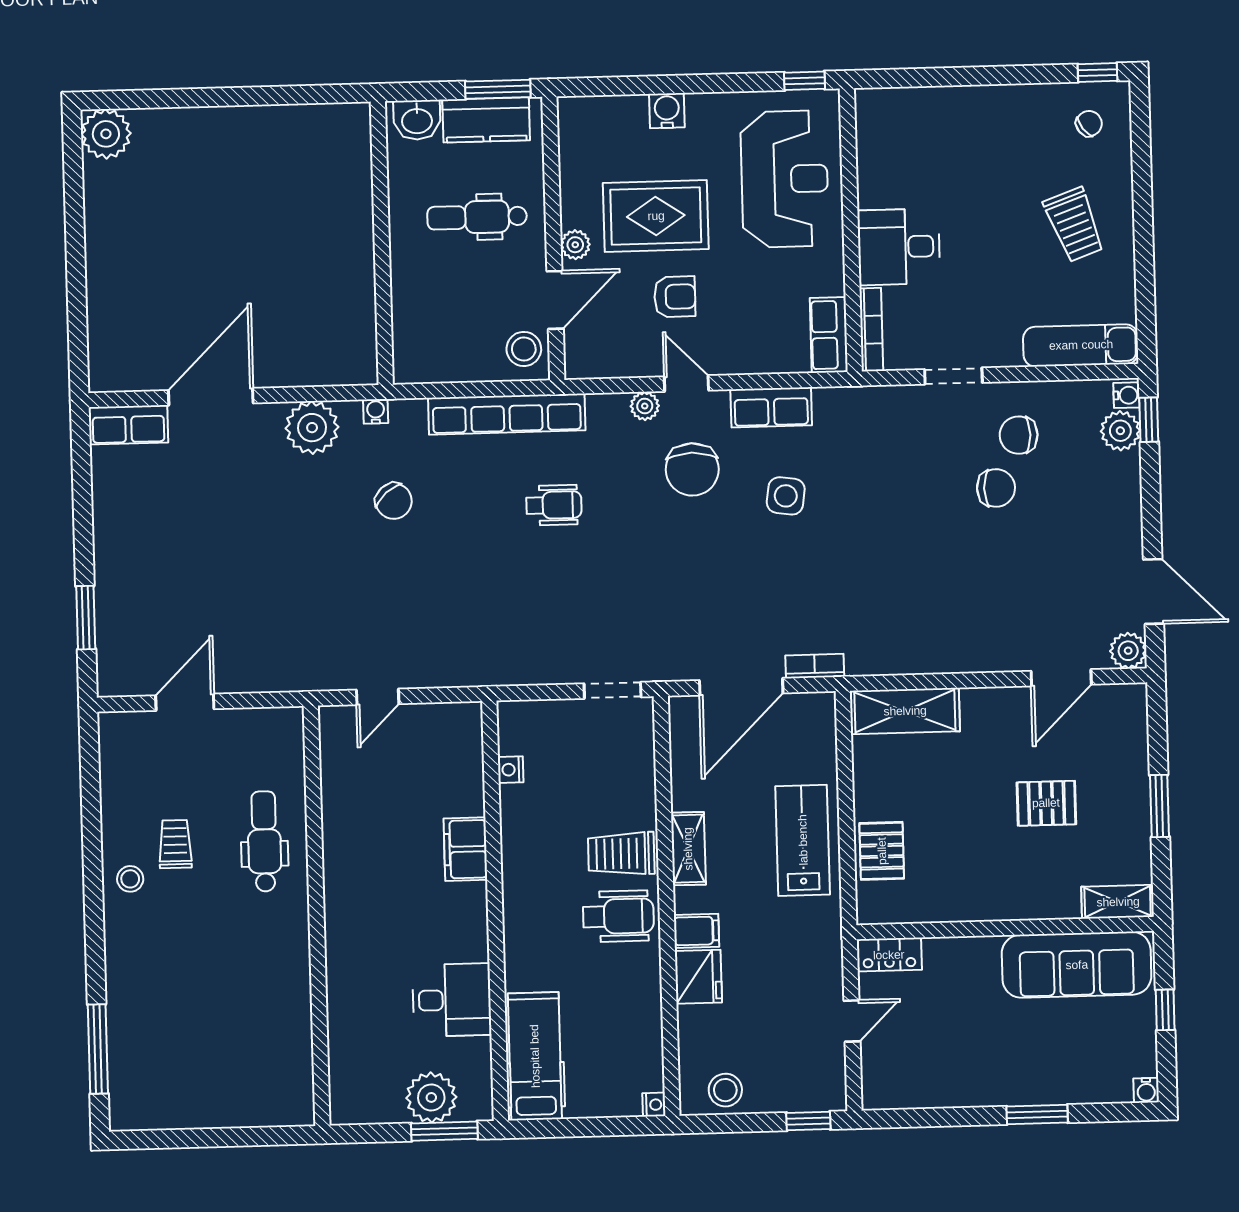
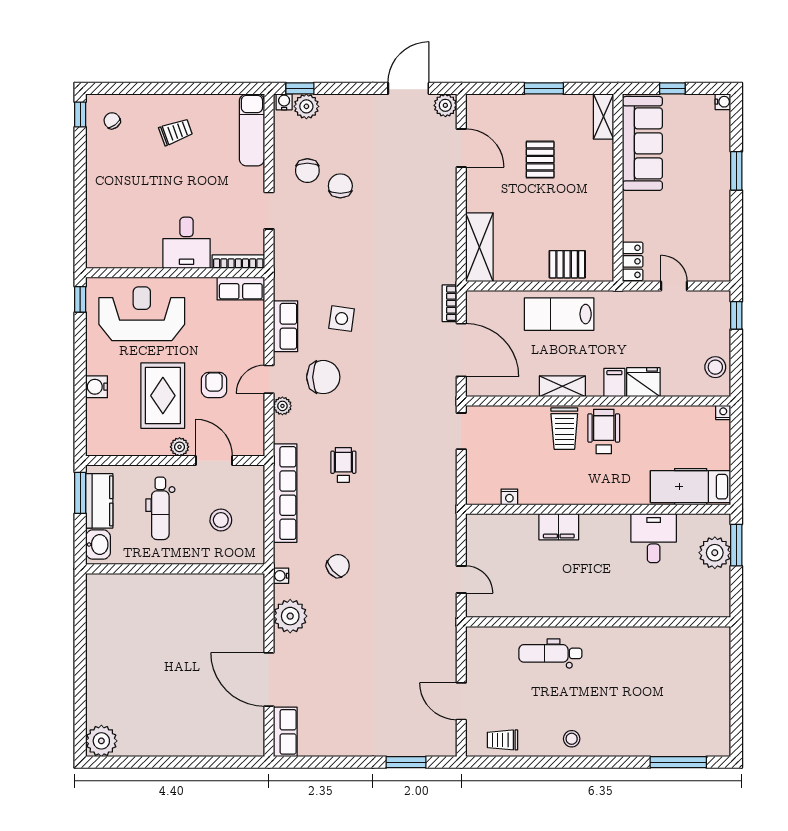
trolley: (1074, 225) -> (176, 132), width x0.73, depth x0.72
stool: (524, 349) -> (221, 520), moved
trolley: (175, 844) -> (502, 740), moved

